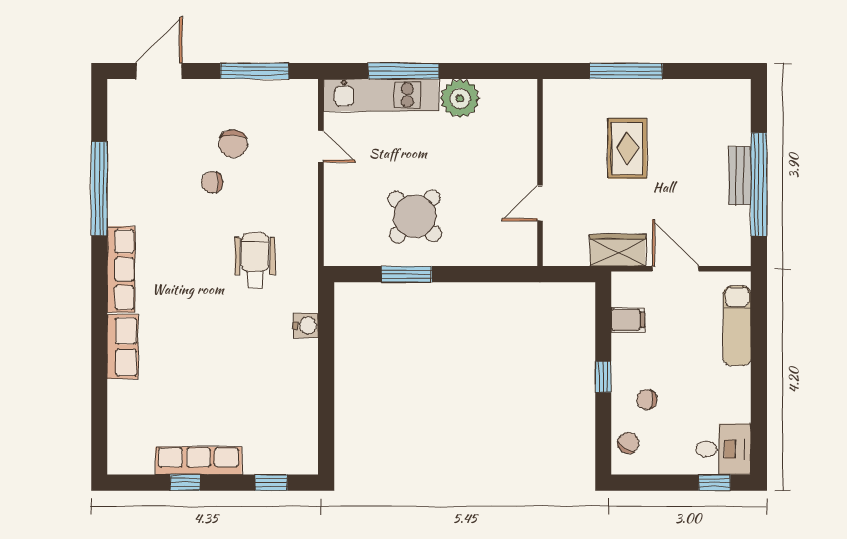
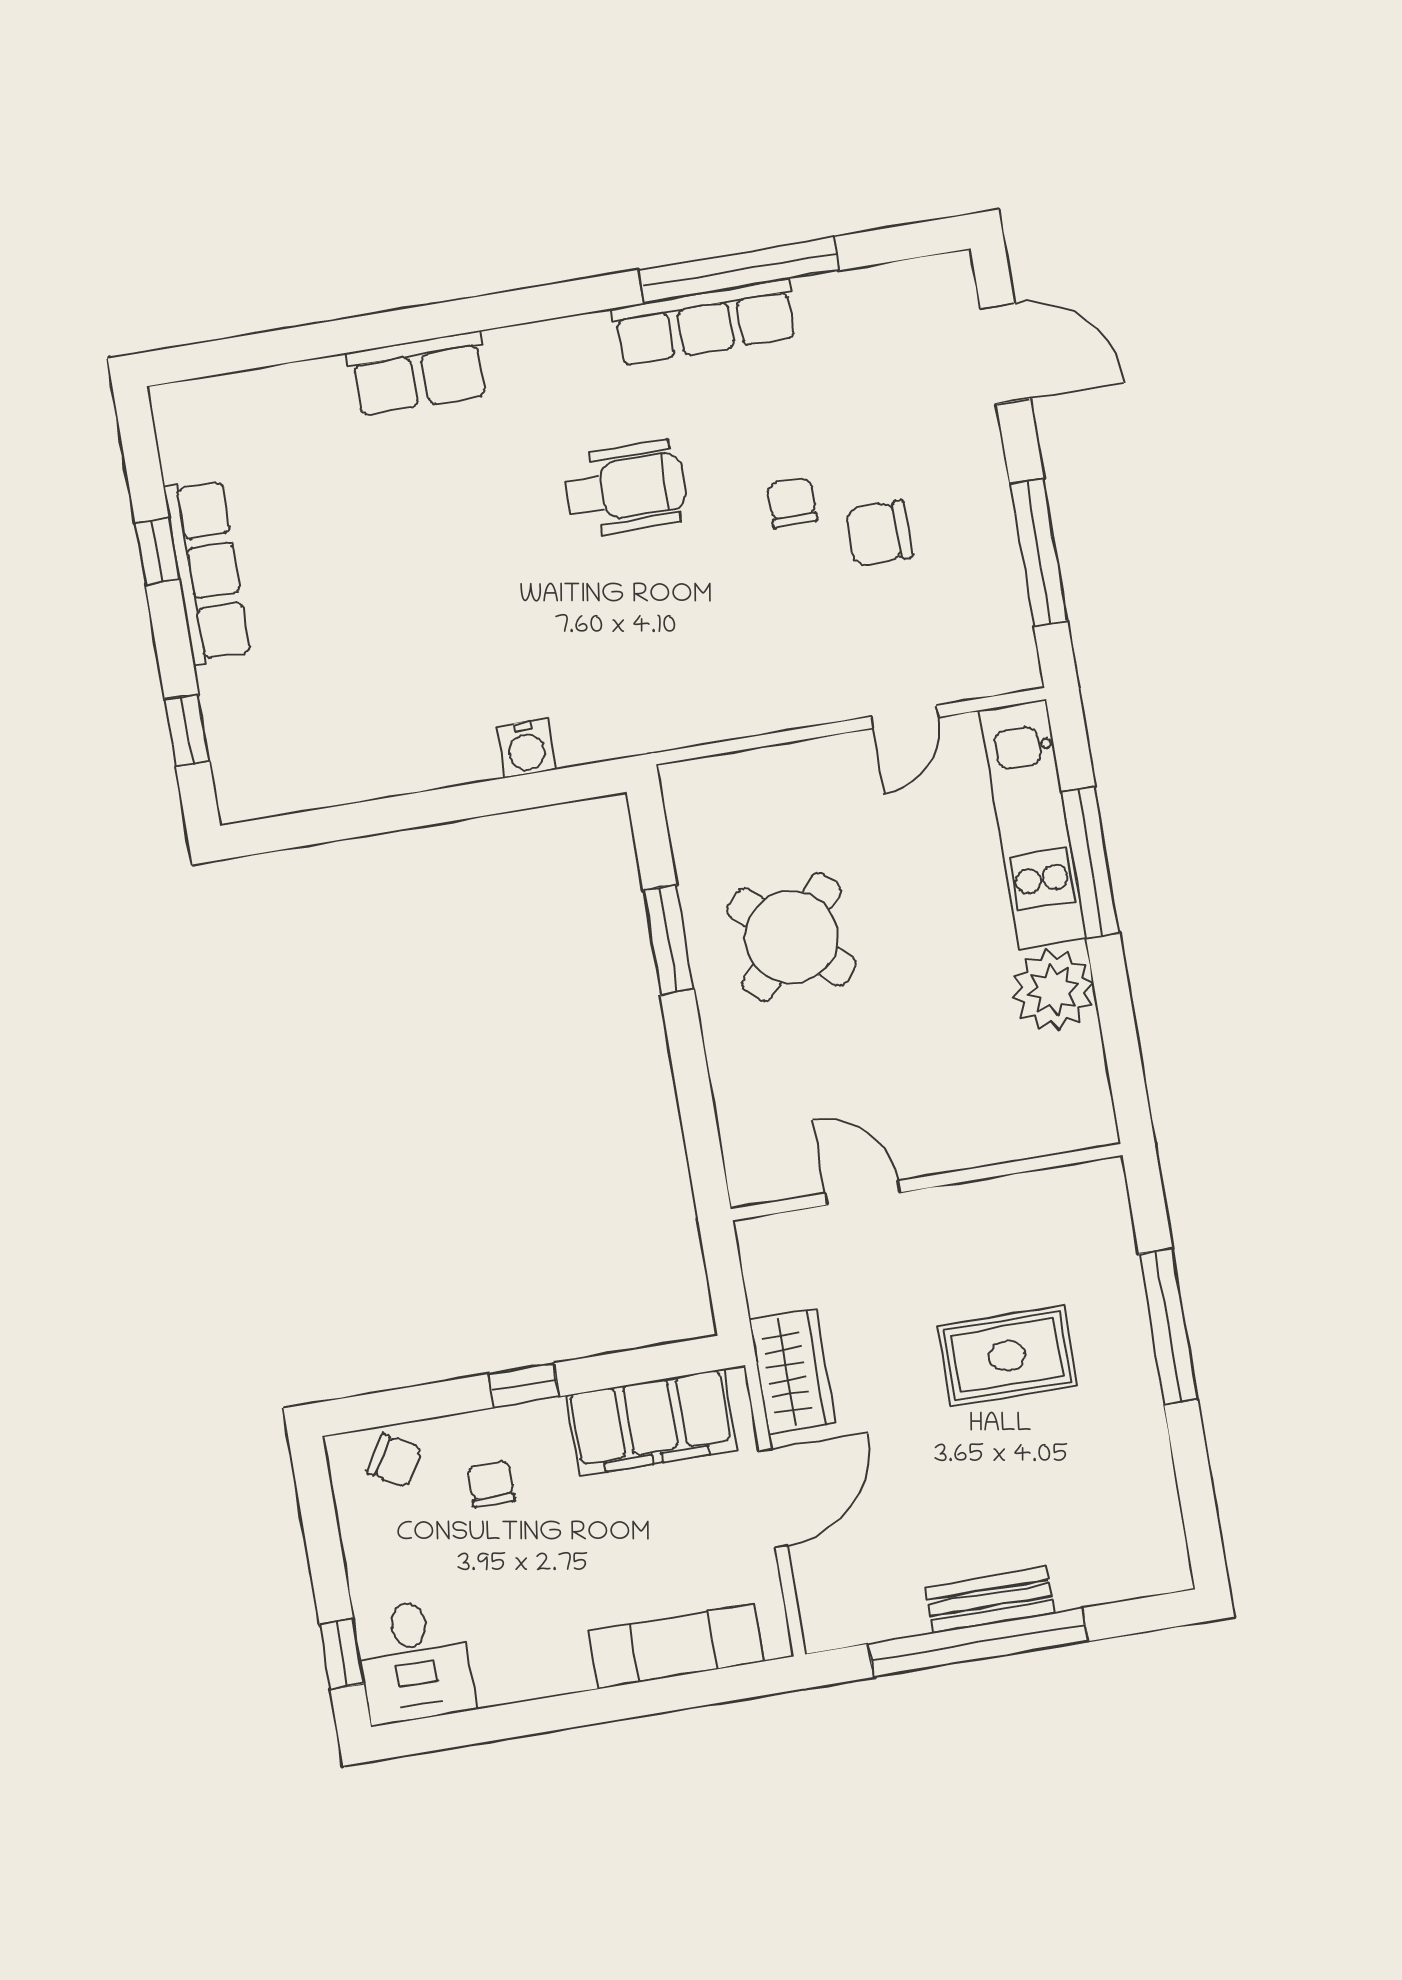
wheelchair: (255, 260) -> (626, 489), moved
row of seats: (121, 269) -> (705, 323), moved
filing cabinet: (628, 320) -> (651, 1423), width x3.00, depth x1.17

